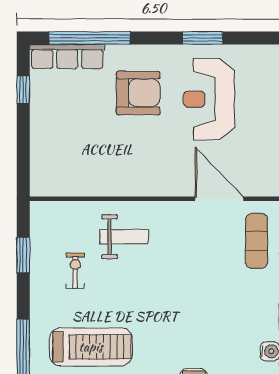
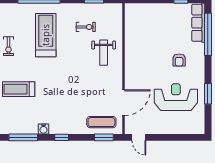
armchair: (138, 93) -> (179, 60), width x0.53, depth x0.53
treadmill: (91, 347) -> (46, 35), turned 180

